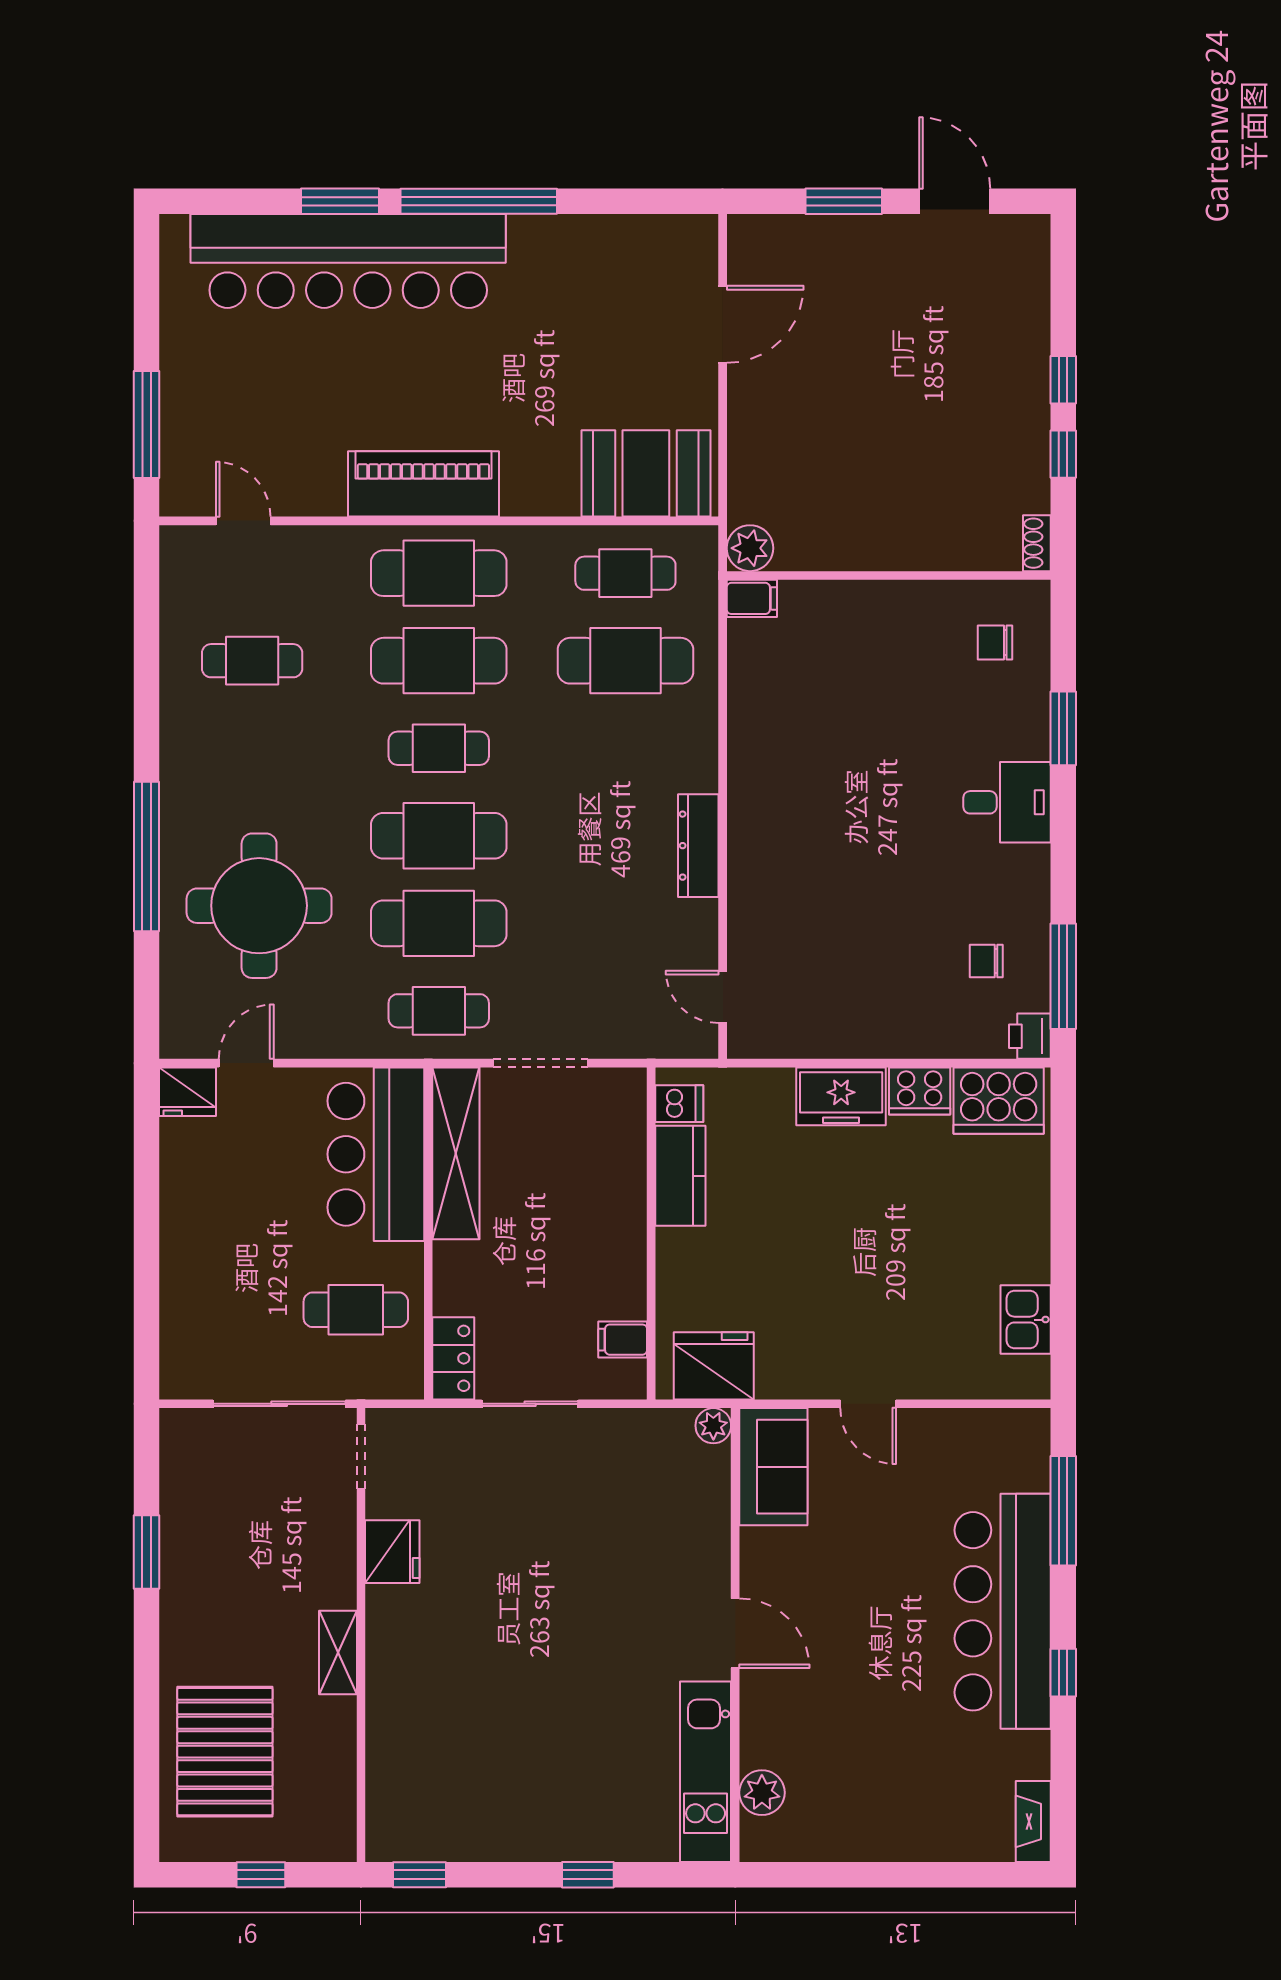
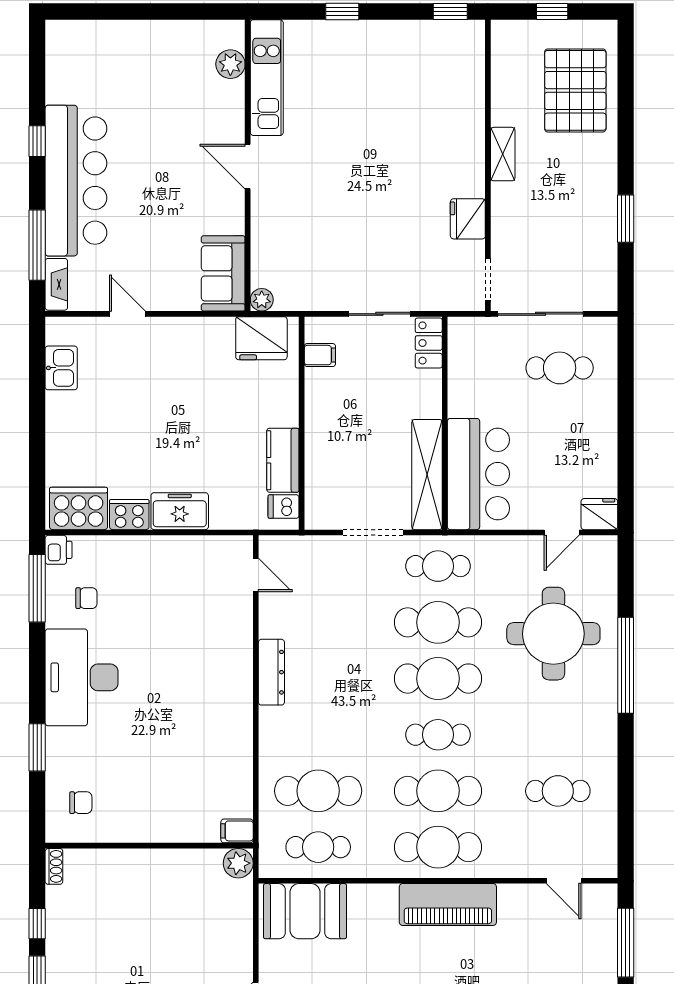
desk: (1007, 802) -> (82, 677), width x1.87, depth x1.30
cafe table: (356, 1310) -> (560, 368), moved
door: (868, 1404) -> (127, 314), moved
fireplace: (1033, 1821) -> (56, 284), moved

